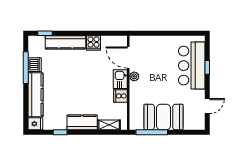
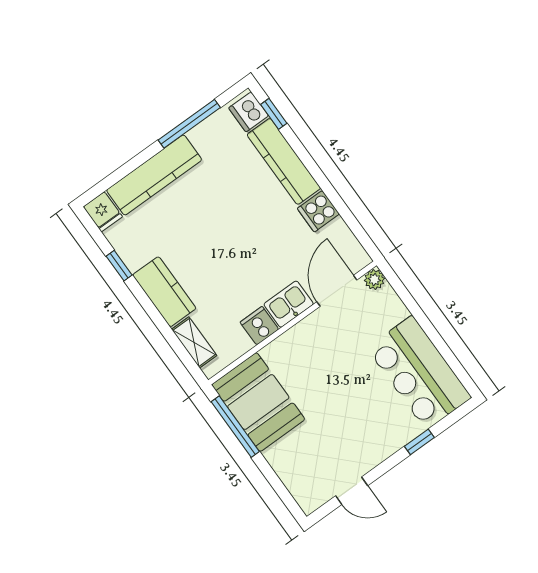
dishwasher: (35, 65) -> (249, 112), moved, turned 90
bar counter: (192, 66) -> (419, 373), moved, turned -90
plant: (134, 76) -> (374, 280), moved
booth: (164, 117) -> (258, 402), moved

